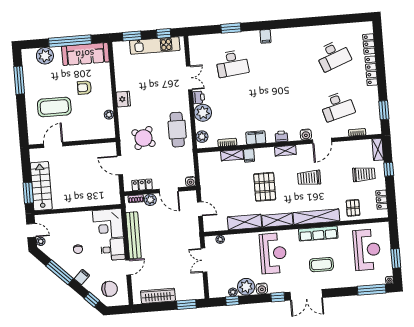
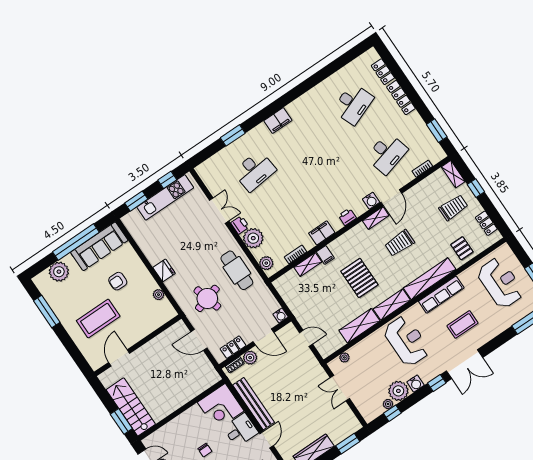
filing cabinet: (266, 36) -> (278, 121), width x2.00
round table: (144, 138) -> (207, 298), turned 37
shelving: (285, 151) -> (376, 218), moved

